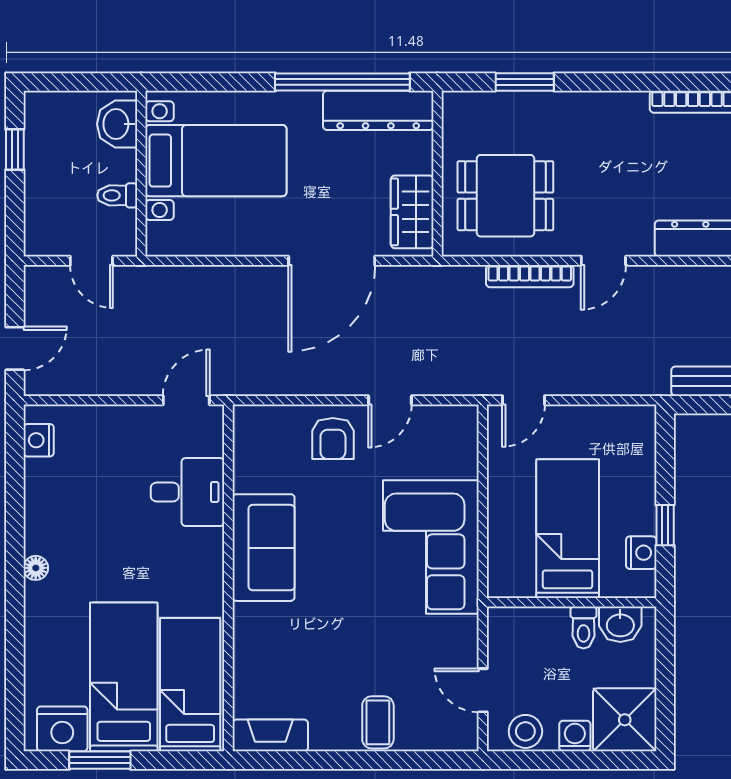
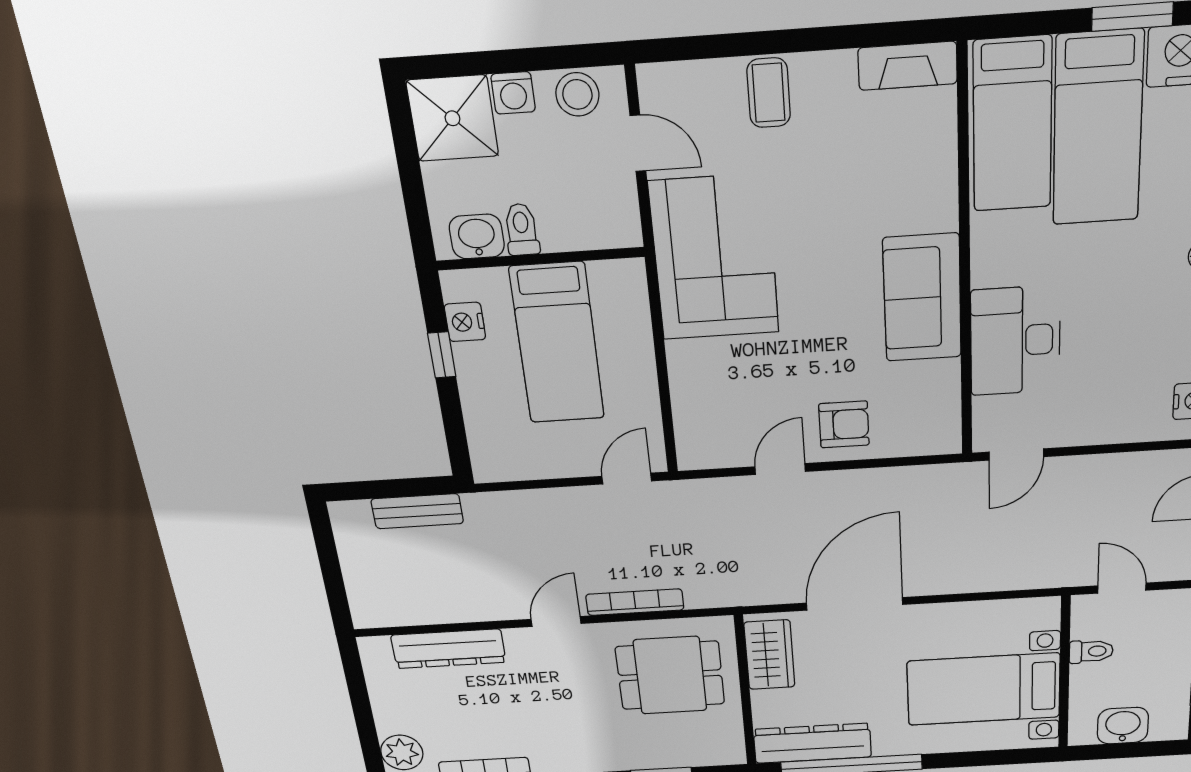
washbasin: (117, 124) -> (1123, 726), moved, turned -90
armchair: (333, 439) -> (844, 424), turned 90
desk: (187, 492) -> (1015, 341), width x1.37
corner sofa: (431, 547) -> (714, 258), moved

